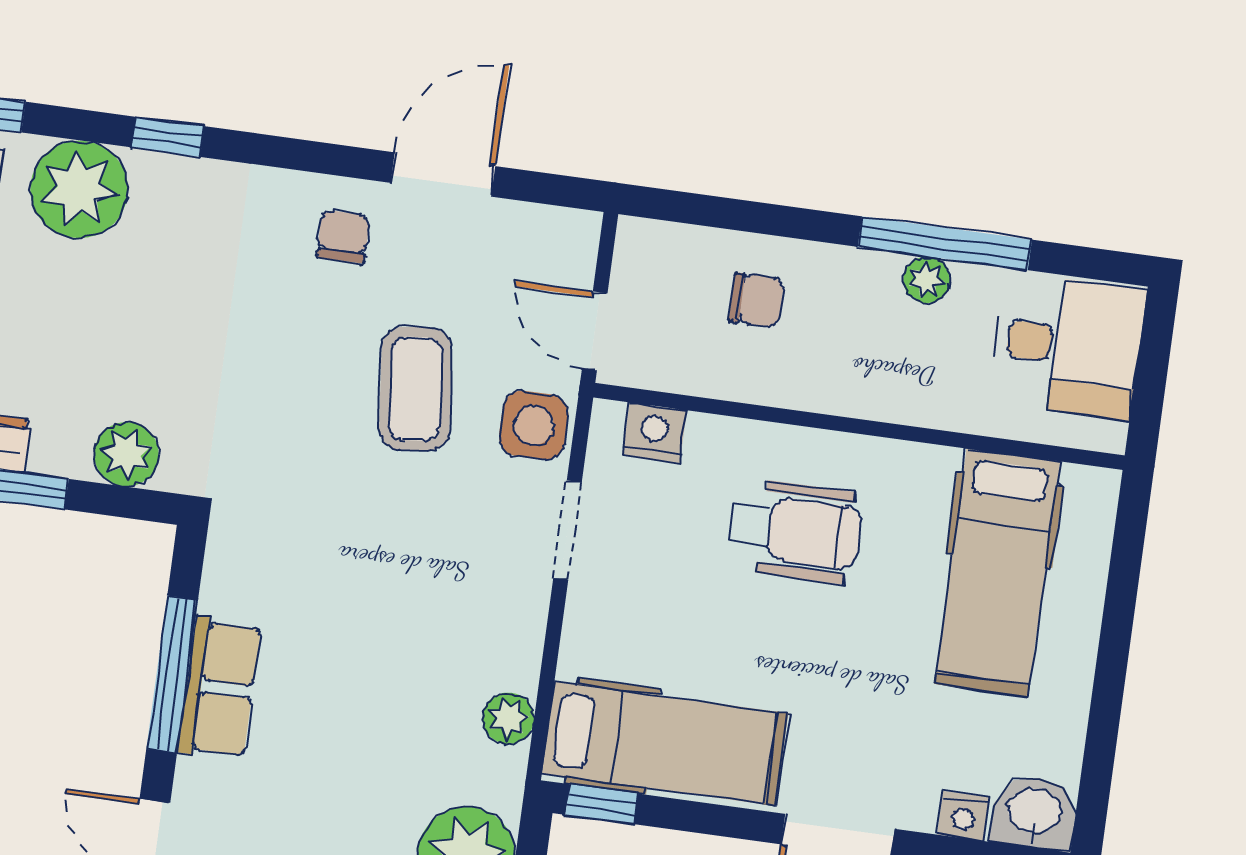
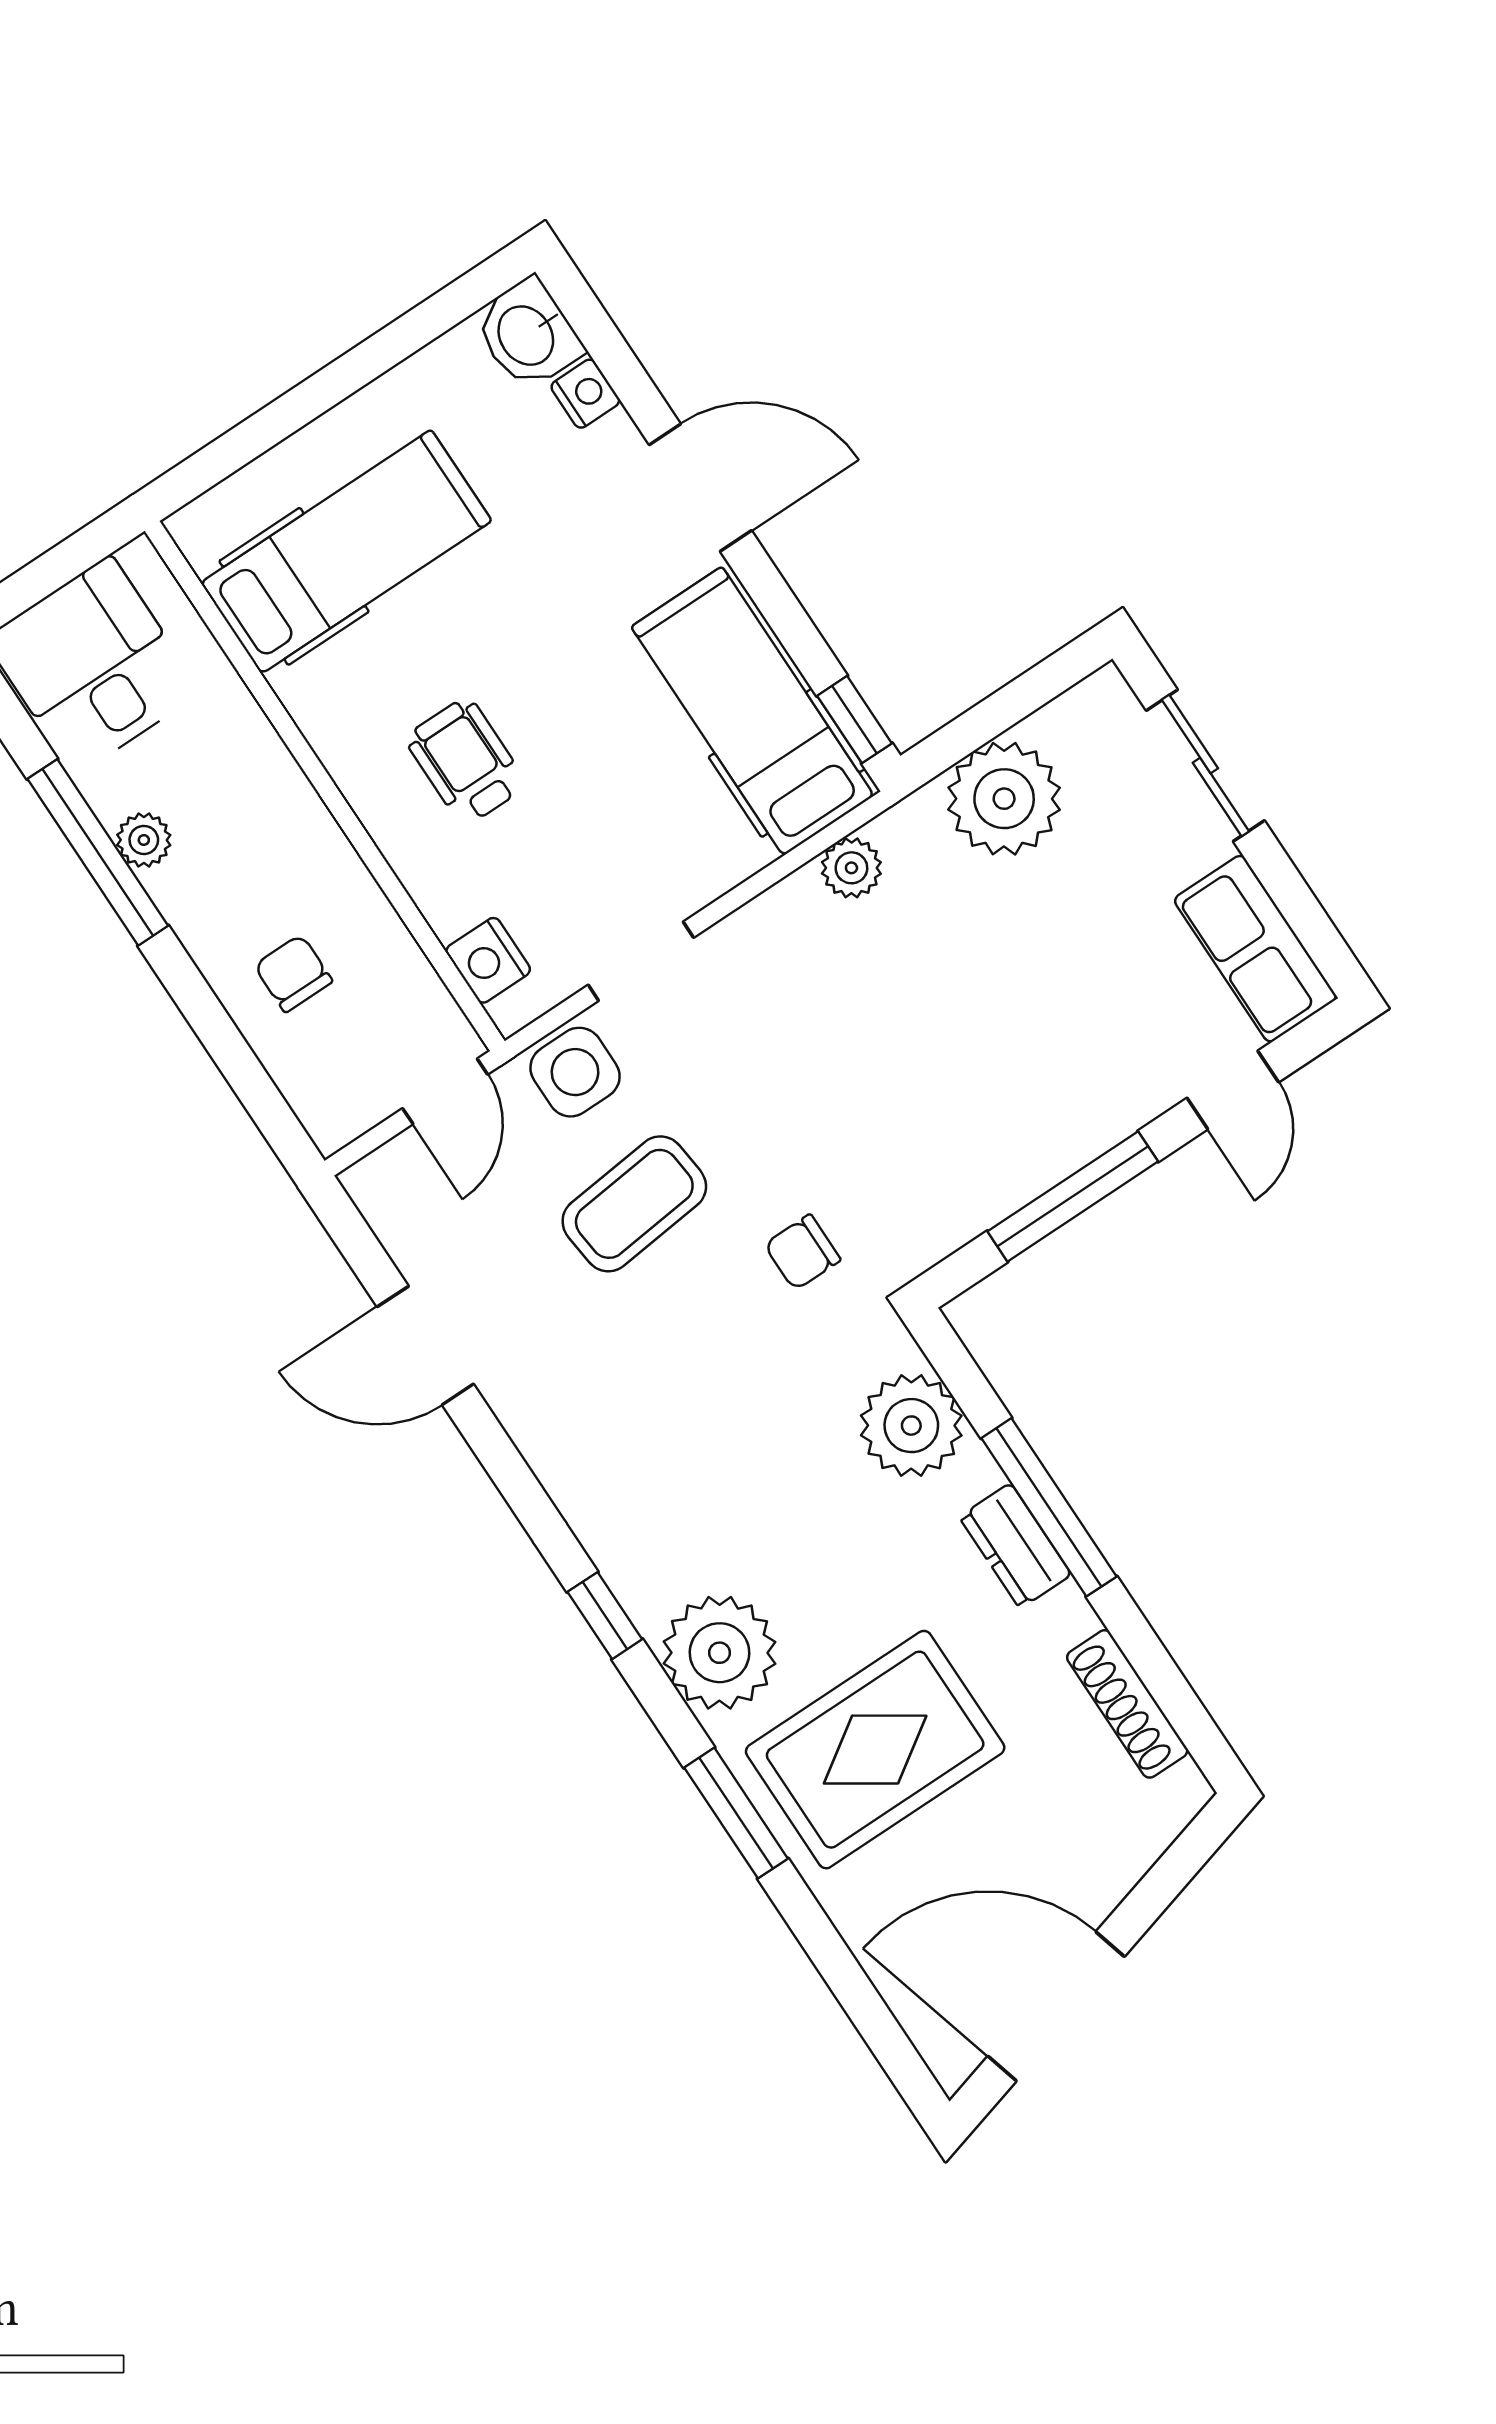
chair: (343, 237) -> (802, 1252), moved
plant: (126, 454) -> (911, 1426), width x1.36, depth x1.36
wheelchair: (795, 531) -> (466, 761), width x0.73, depth x0.73
row of seats: (219, 688) -> (1048, 1144), removed

